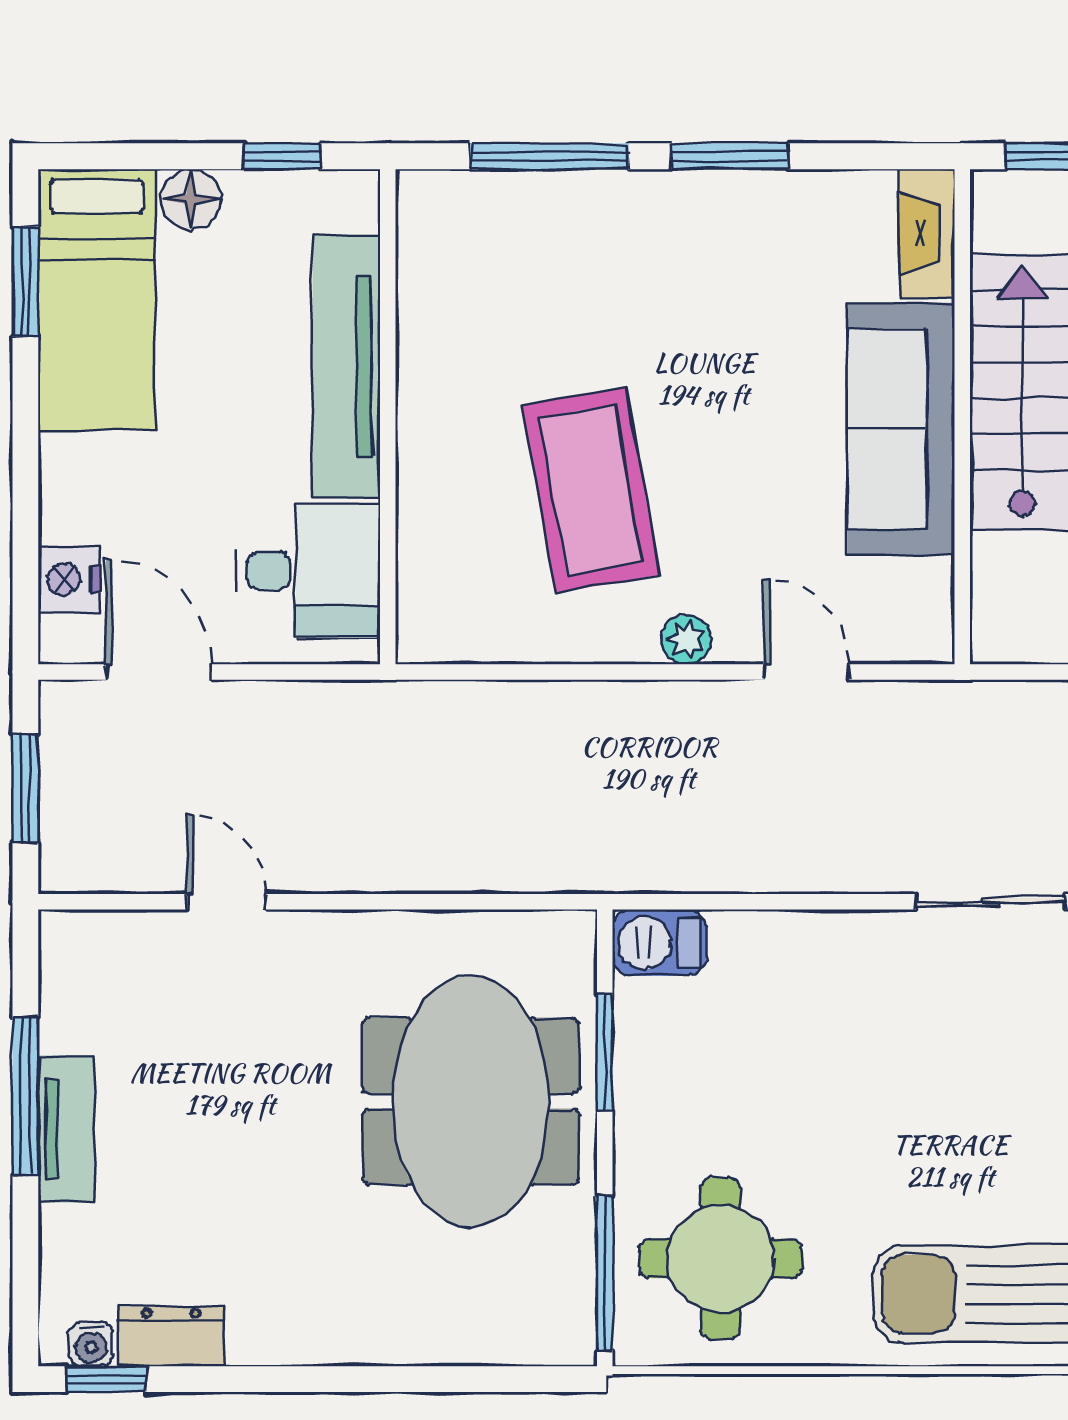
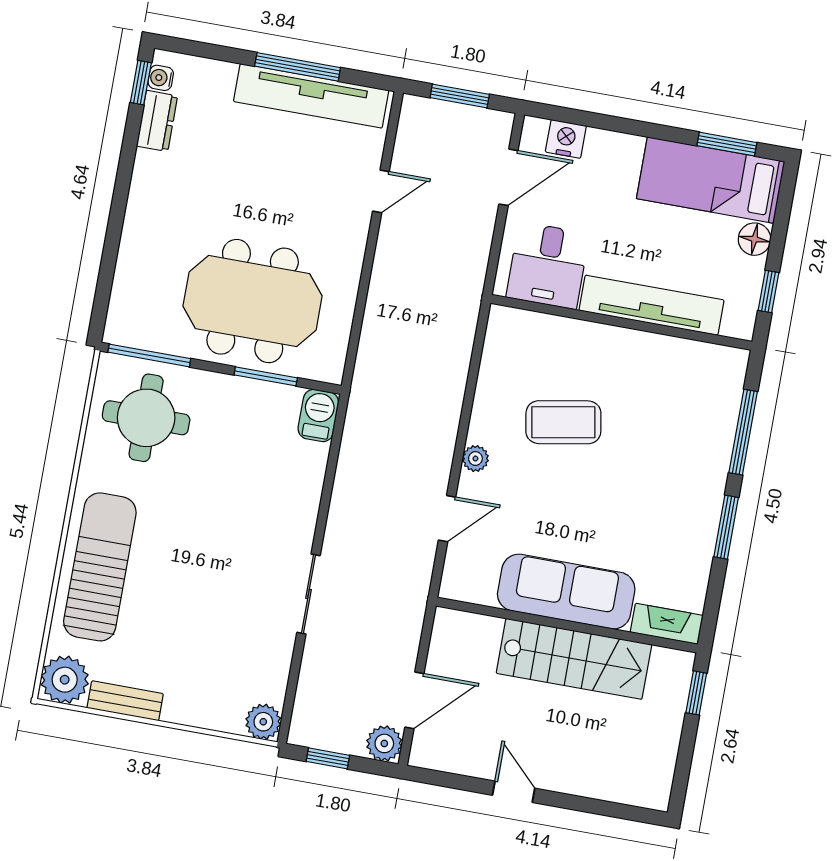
coffee table: (591, 490) -> (563, 422), width x0.73, depth x0.76
tv unit: (66, 1129) -> (311, 96), width x1.92, depth x1.29

